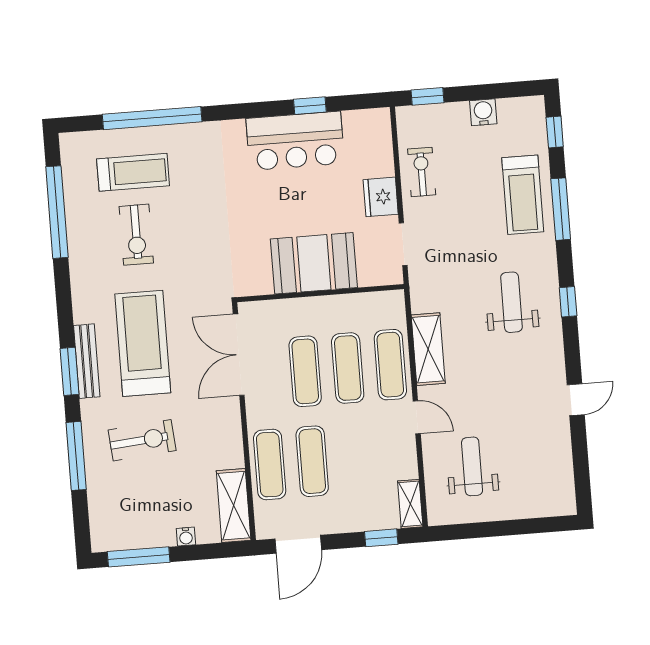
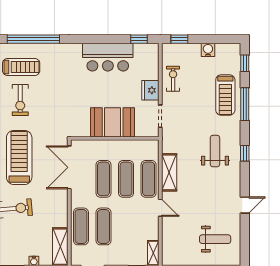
window: (310, 106) -> (139, 39), moved
weight bench: (472, 466) -> (215, 239), moved, turned 90

